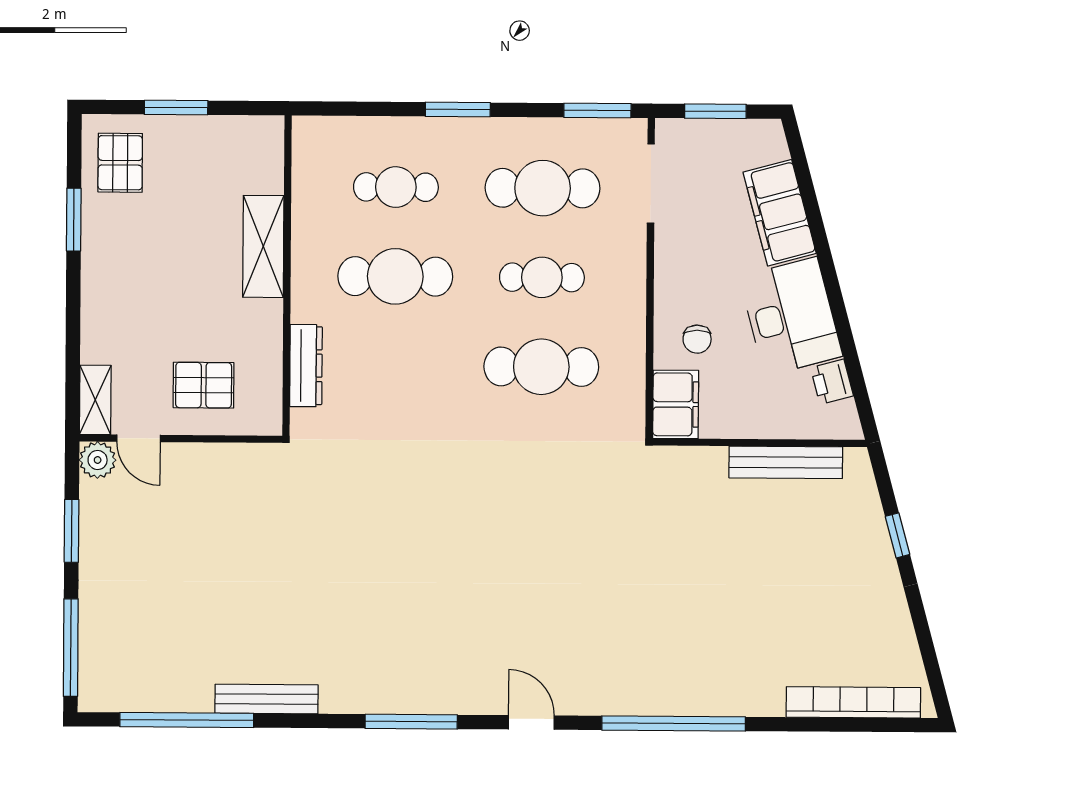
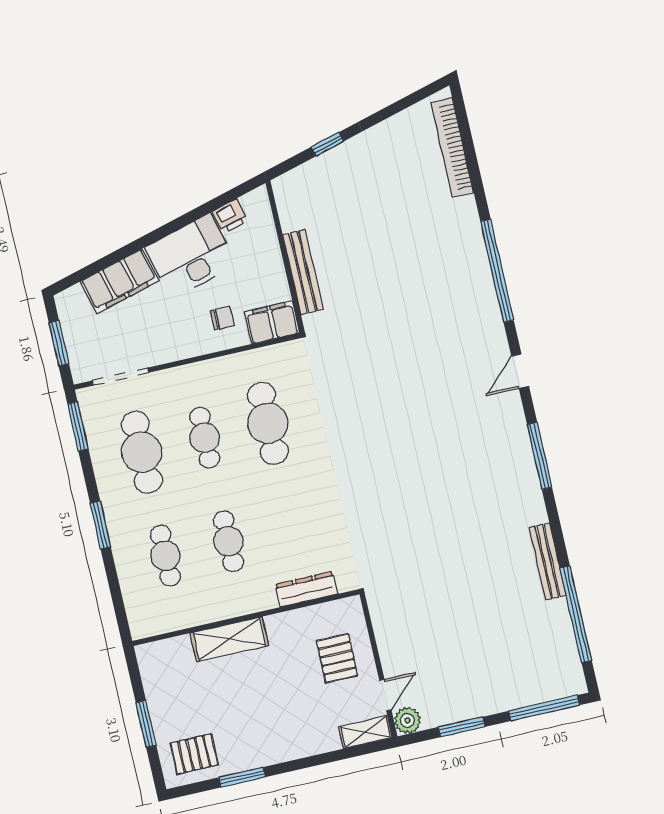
cafe table: (395, 276) -> (228, 541), width x0.73, depth x0.74
bench: (786, 462) -> (303, 272), moved

